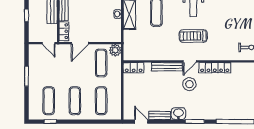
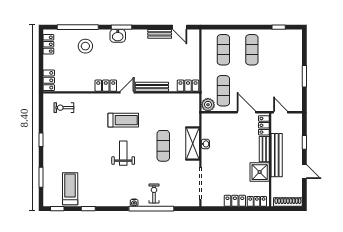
door: (80, 43) -> (246, 112), hinge flipped
locker: (215, 68) -> (106, 86), width x0.66
stool: (189, 84) -> (85, 46), moved
exercise mat: (49, 101) -> (280, 50), removed
washbasin: (178, 114) -> (118, 36), moved

